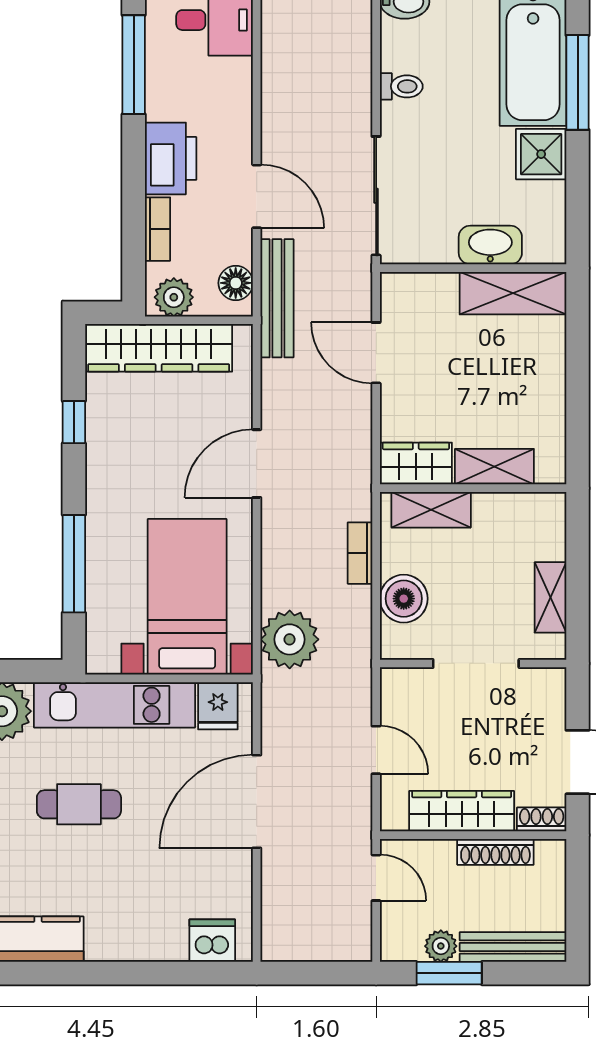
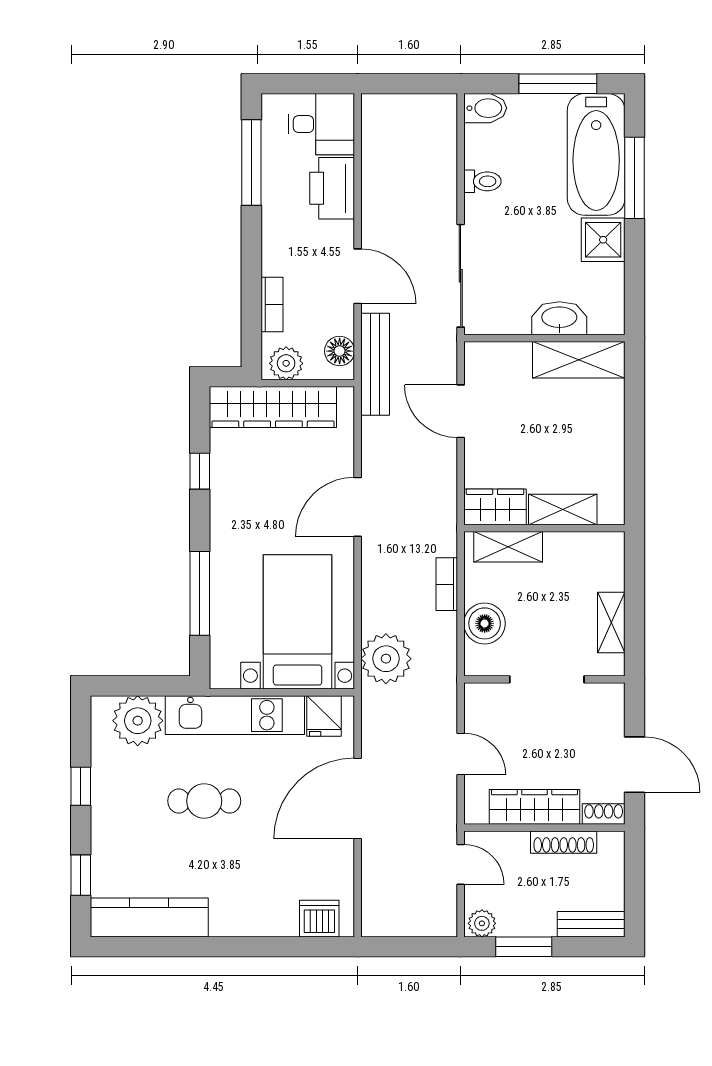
printer: (171, 158) -> (332, 188), moved, turned 180
plant: (441, 946) -> (482, 923), moved
bench: (513, 947) -> (591, 924), width x0.73

